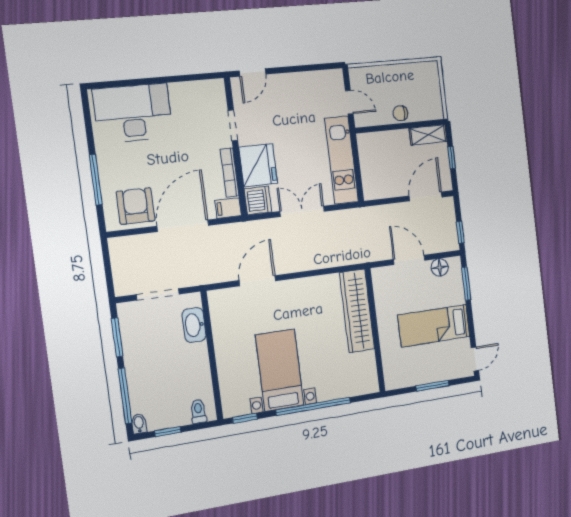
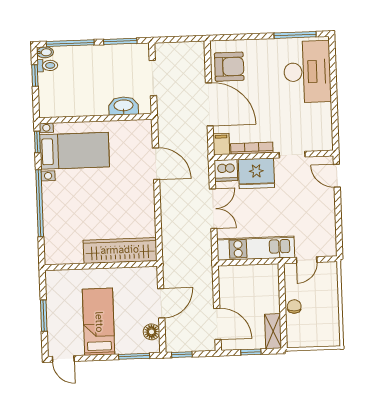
window: (96, 180) -> (295, 35), moved
bed with nightstands: (280, 370) -> (75, 151), moved
toilet: (198, 411) -> (47, 66), moved

